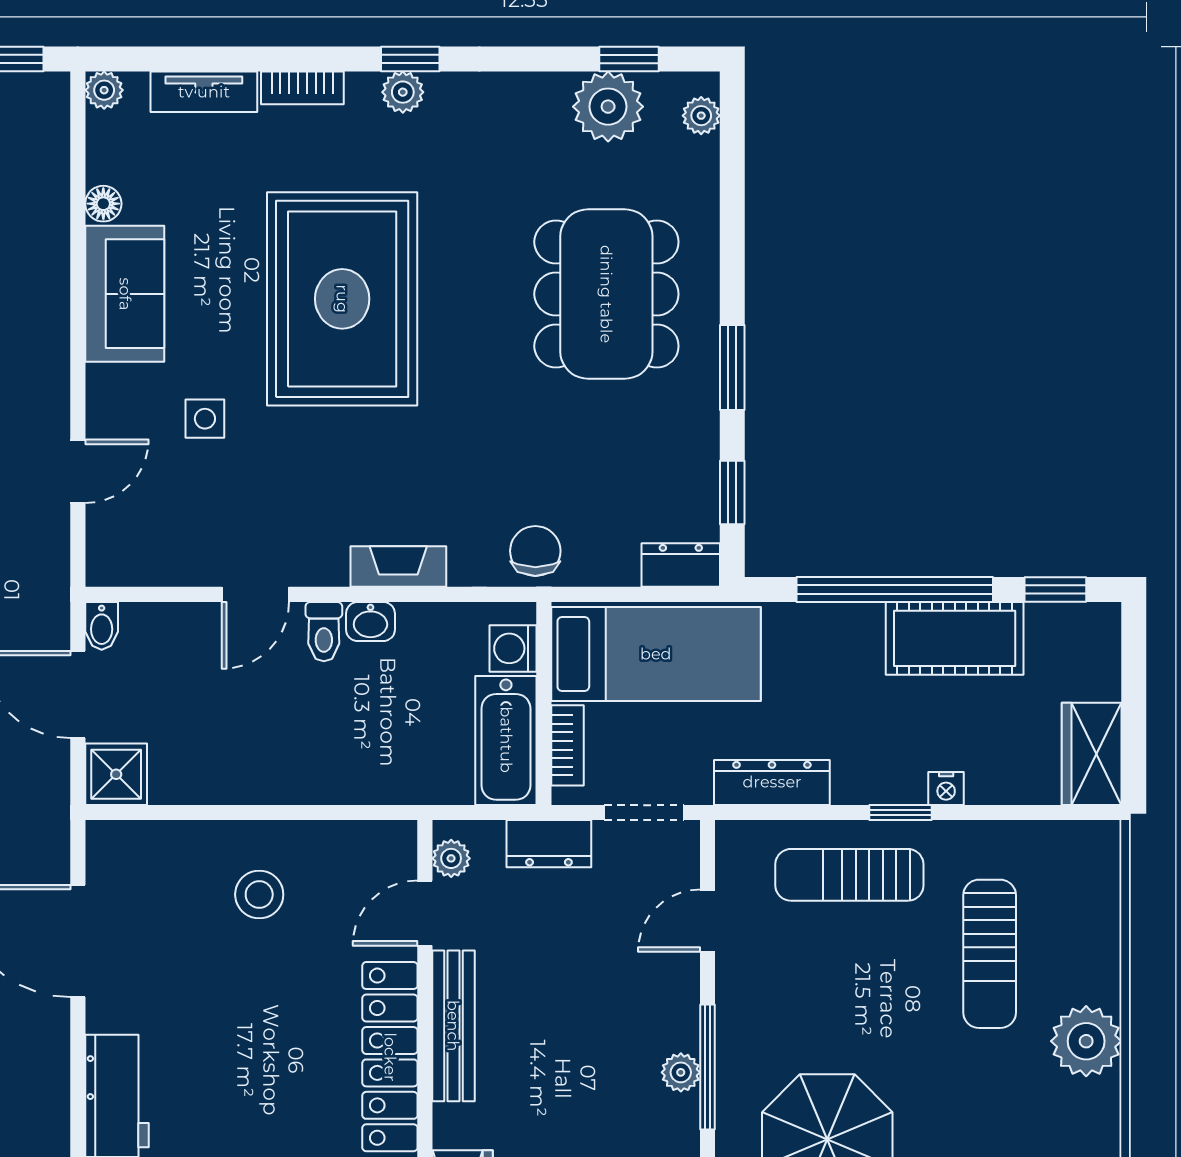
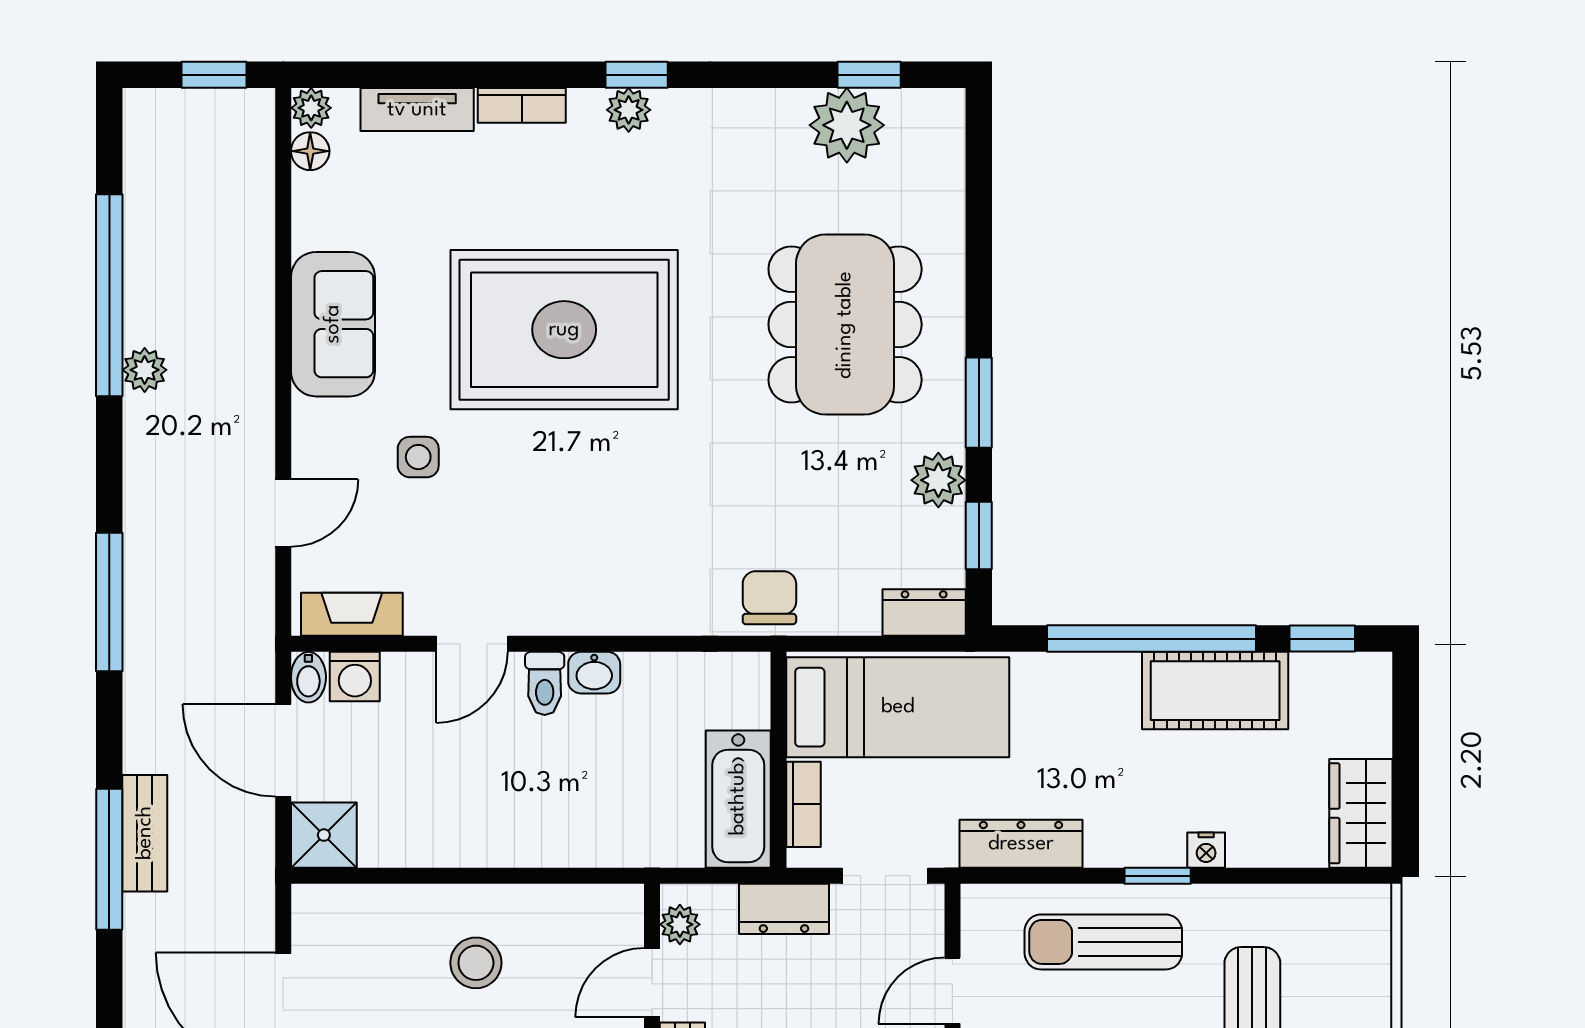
plant: (701, 116) -> (938, 480), moved, width x1.38, depth x1.38
floor lamp: (103, 204) -> (310, 151), moved
rug: (342, 299) -> (564, 330), turned 90
fireplace: (398, 567) -> (352, 614), moved
washing machine: (513, 648) -> (355, 677), moved, turned -90

